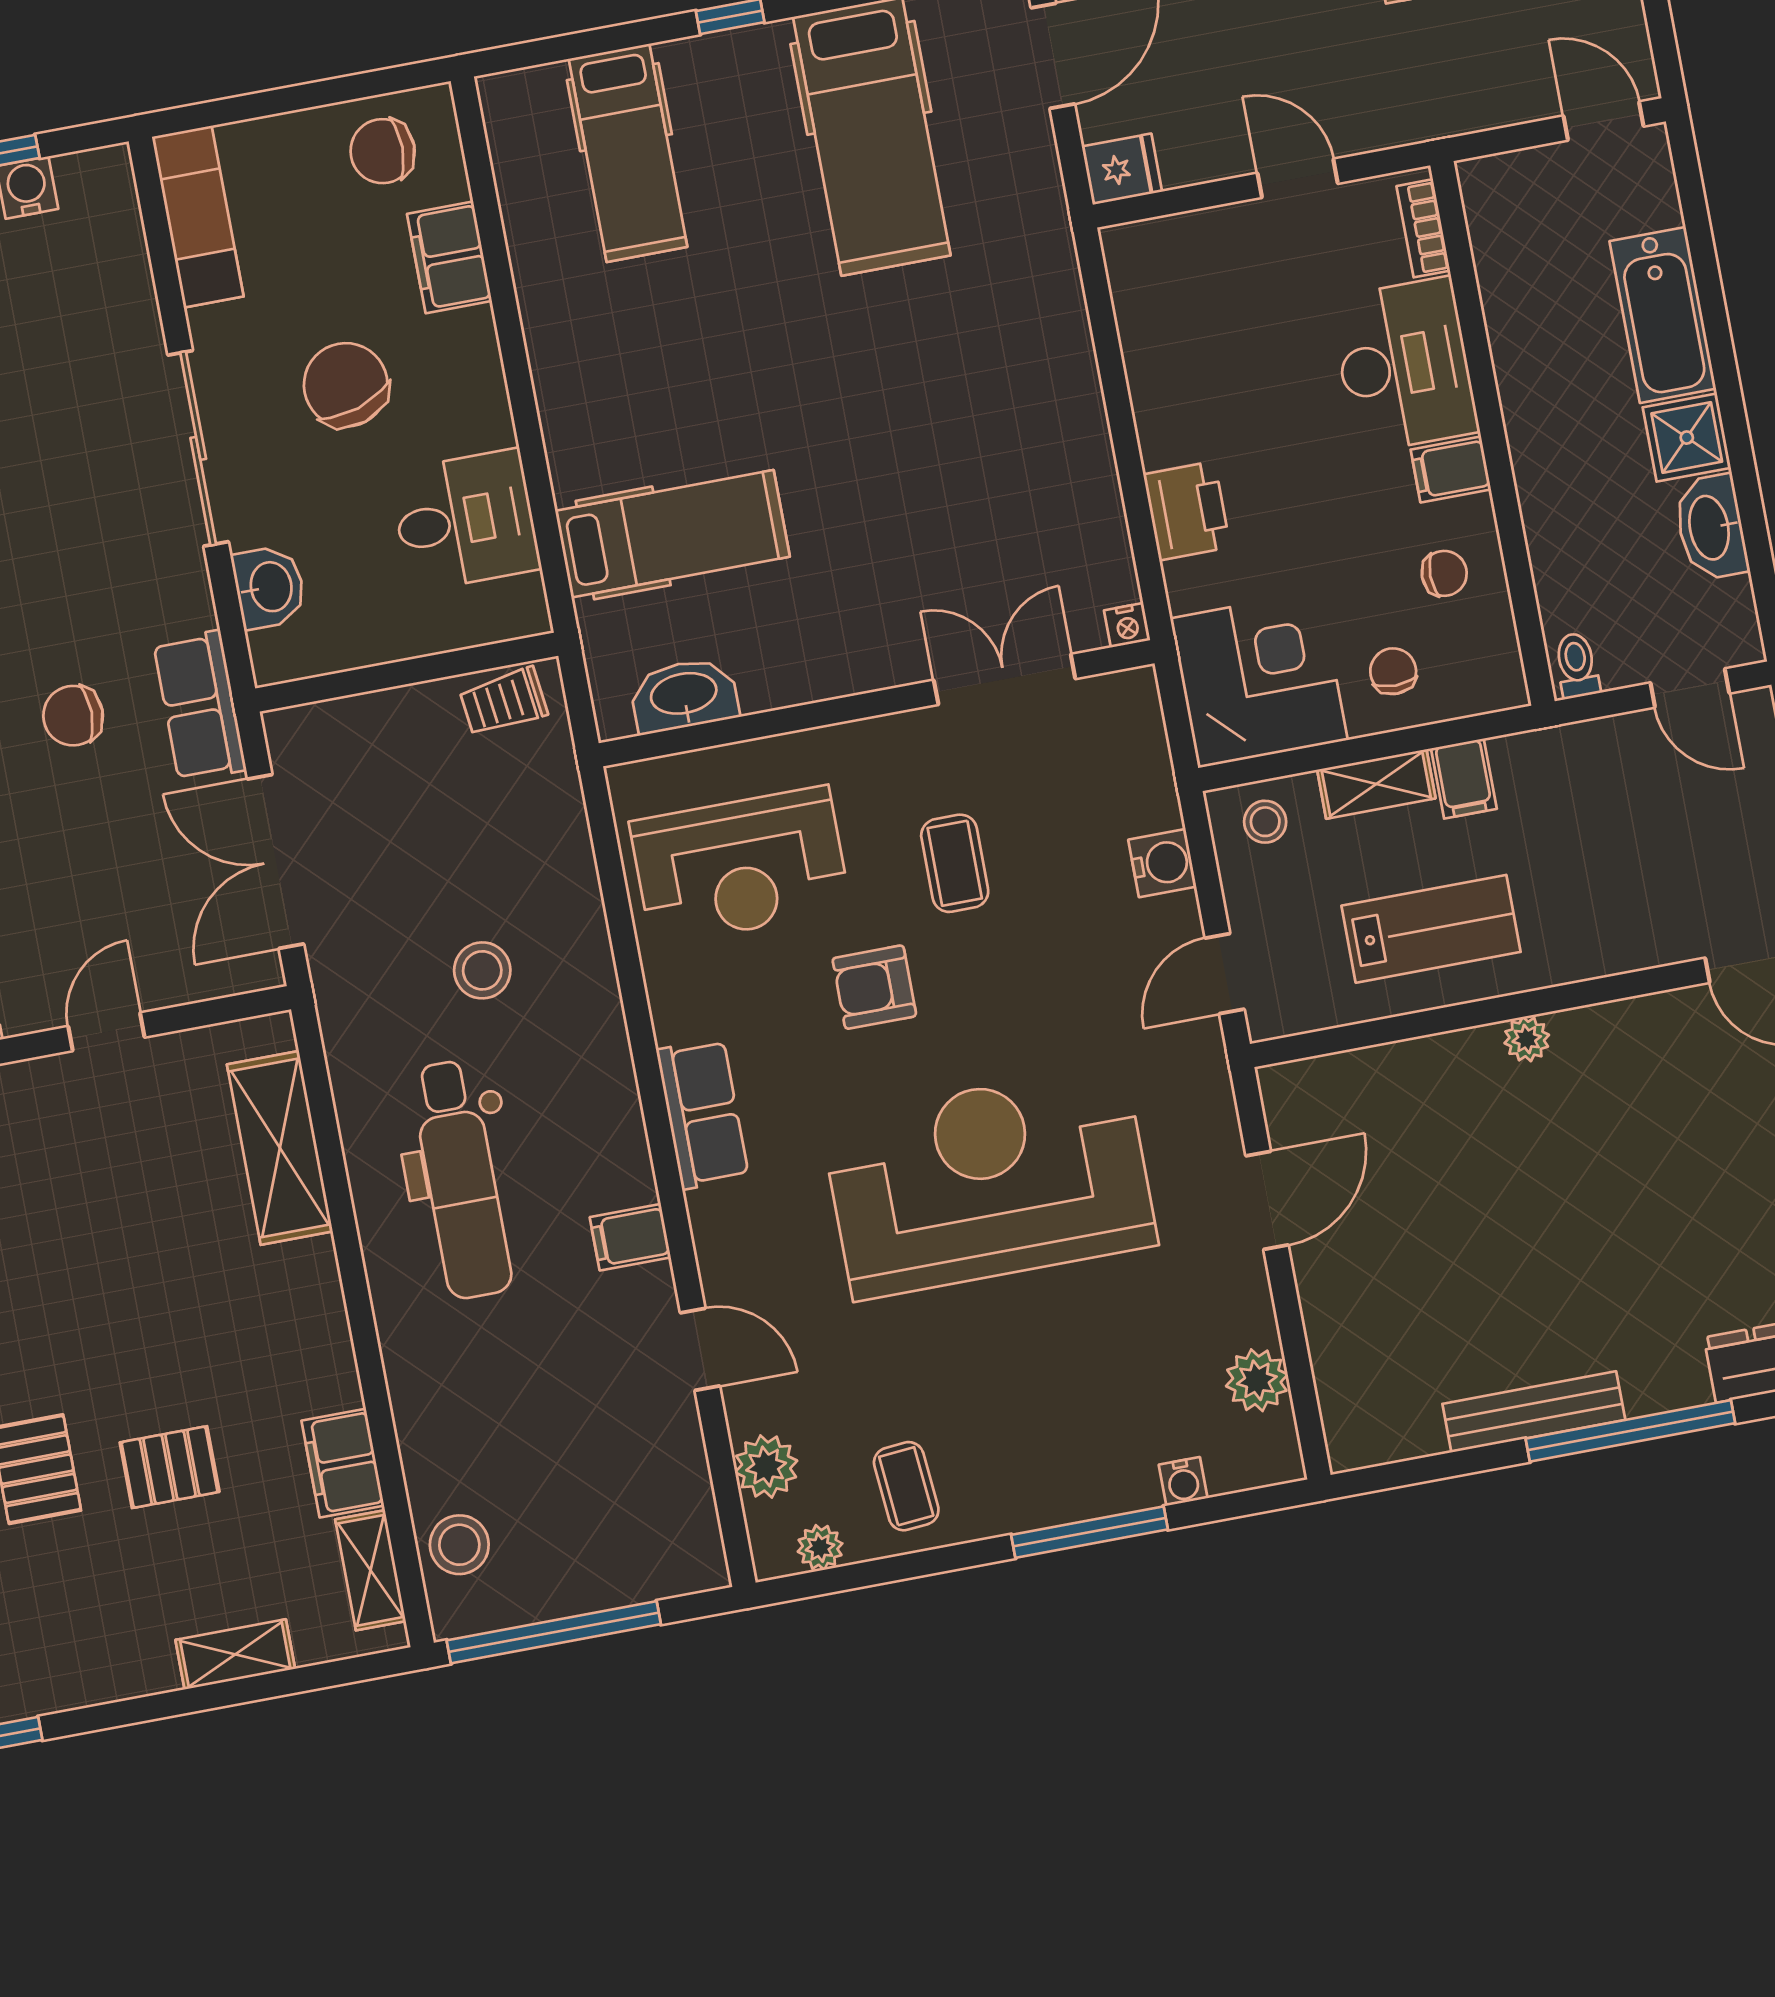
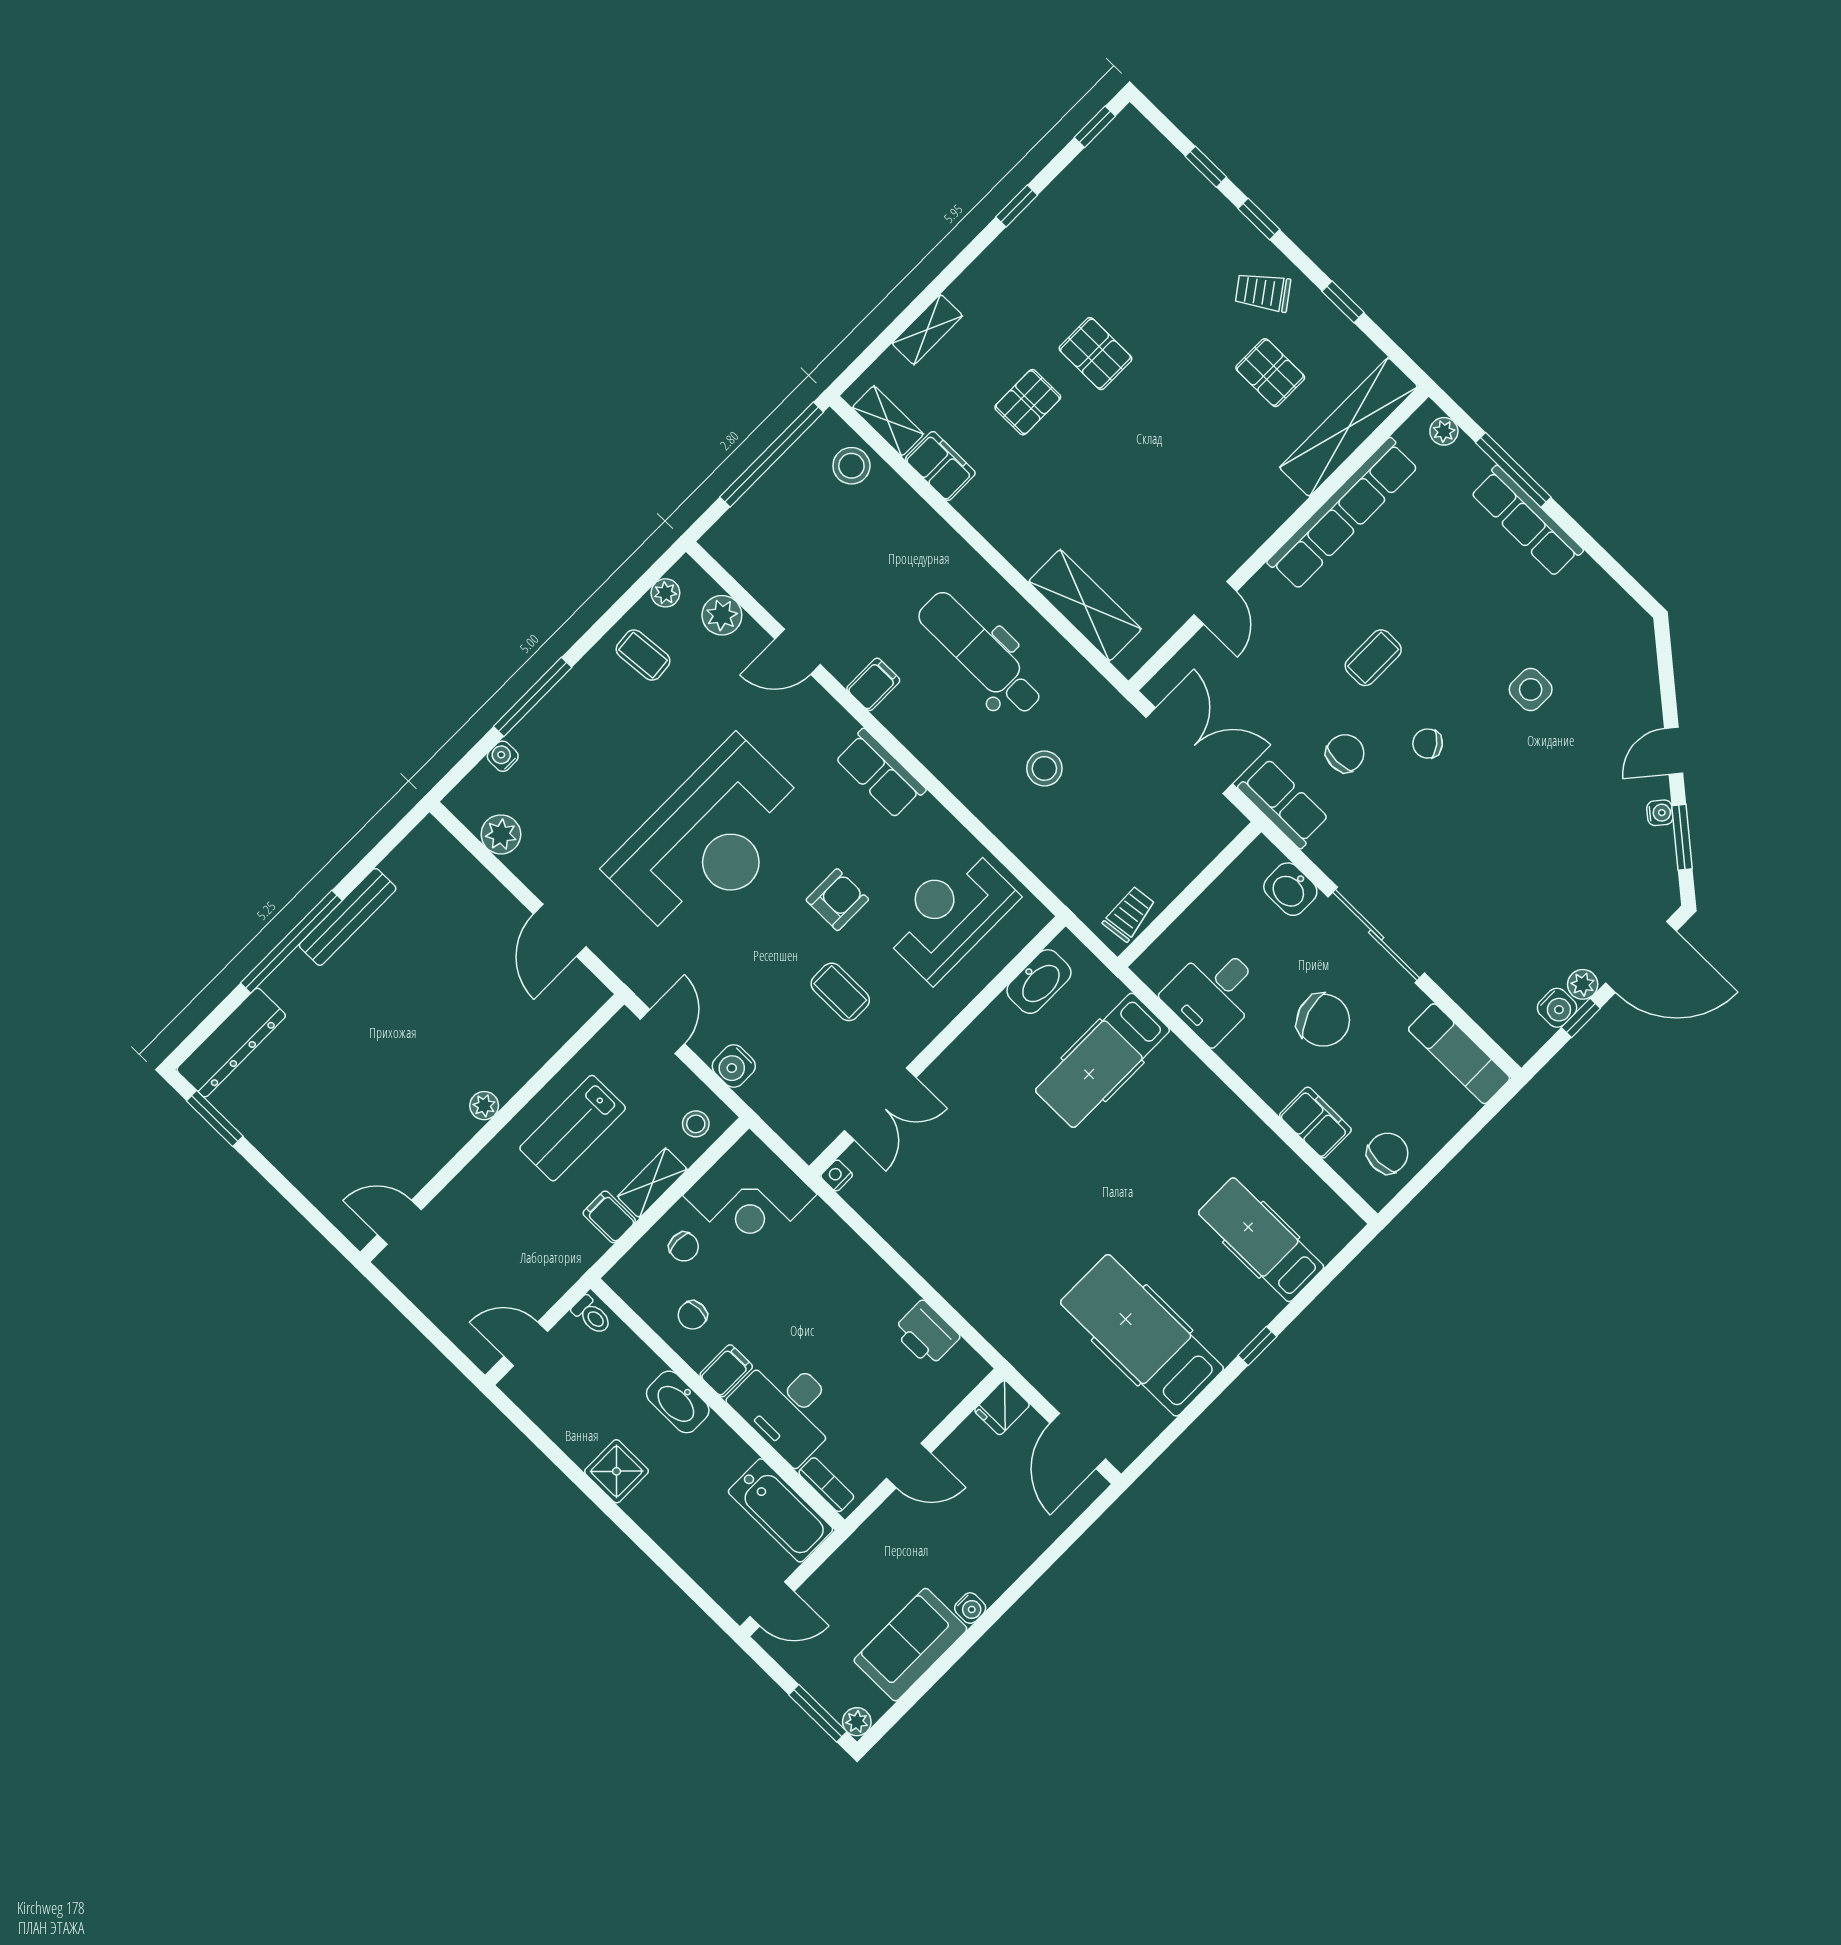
bathtub: (1663, 315) -> (780, 1510), moved, turned 180
printer: (1187, 511) -> (926, 1334), moved
washbasin: (1711, 527) -> (678, 1402), moved, turned 180

